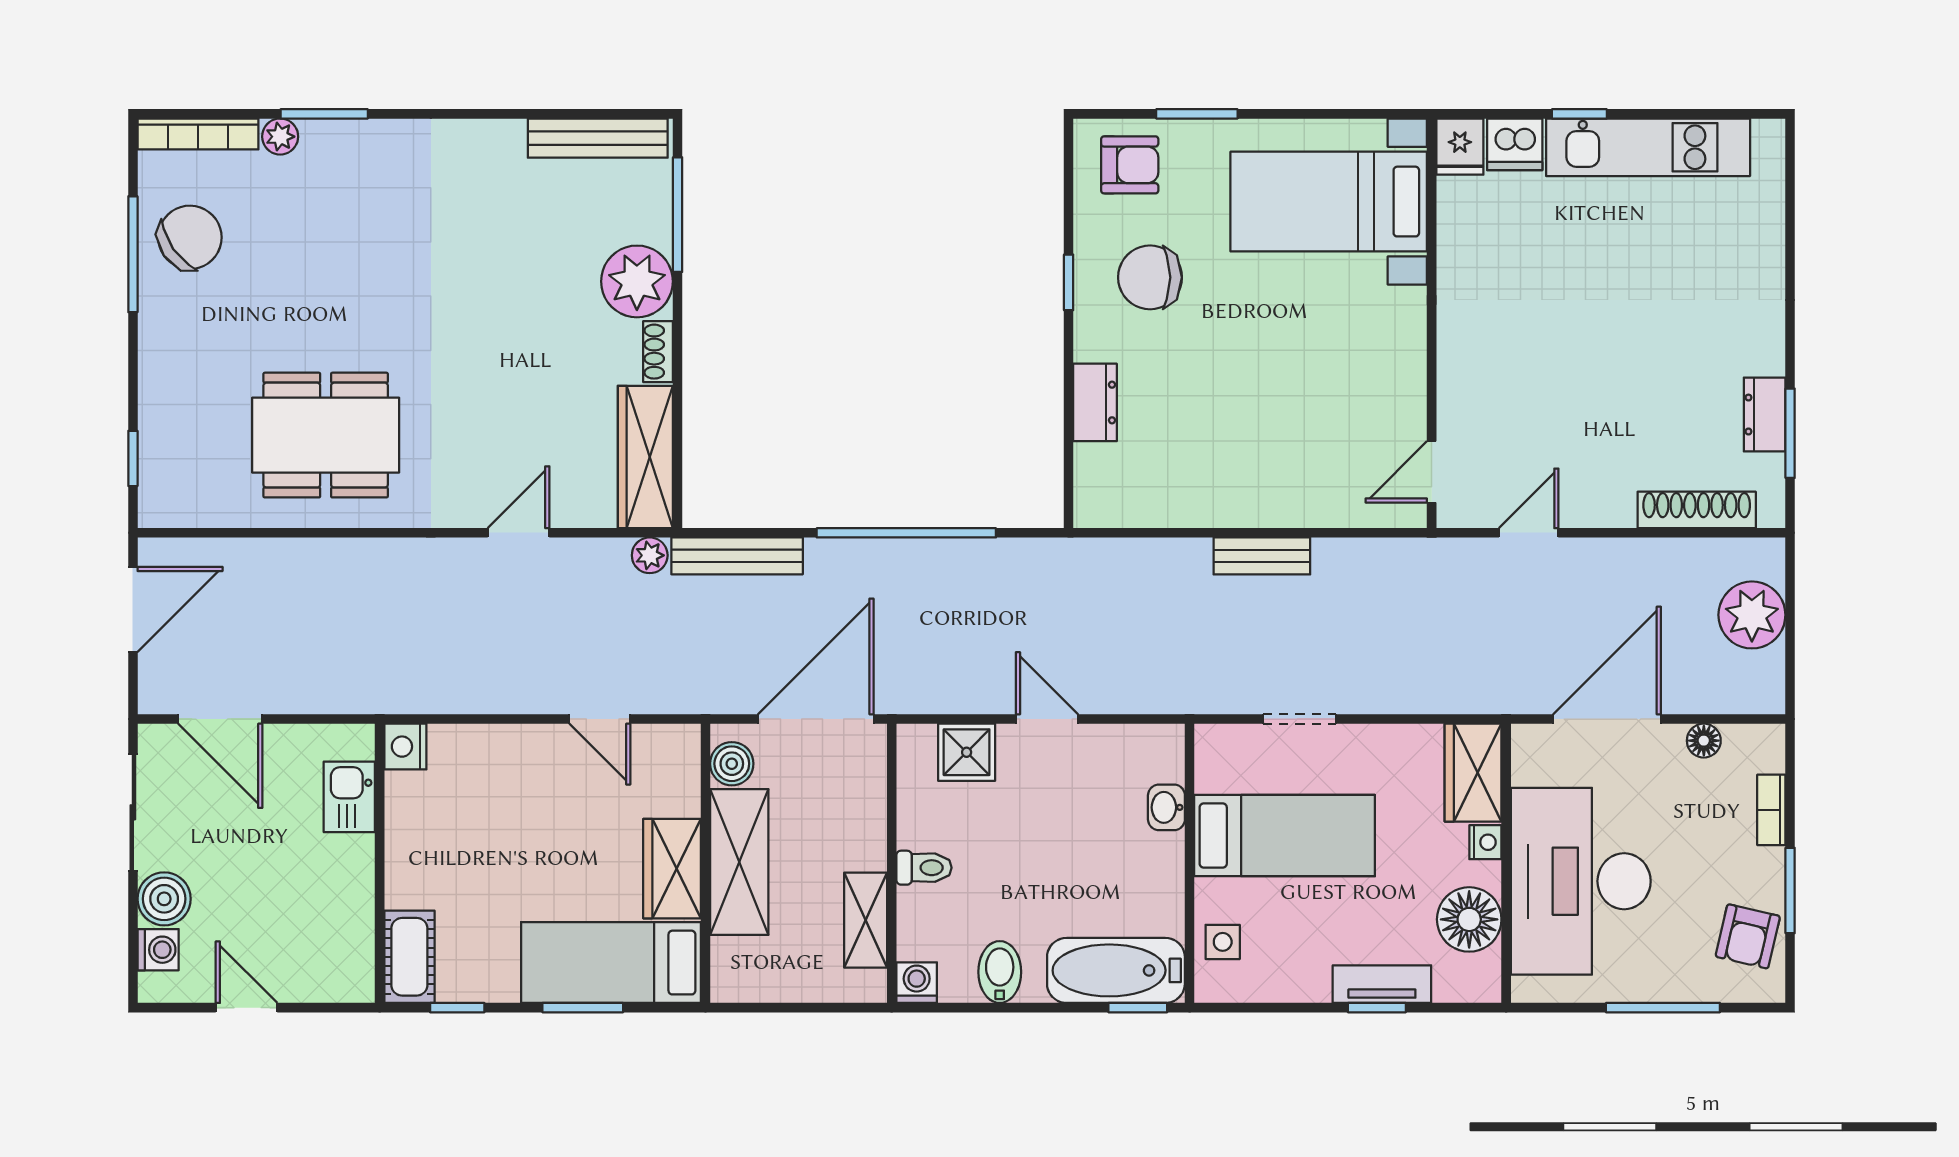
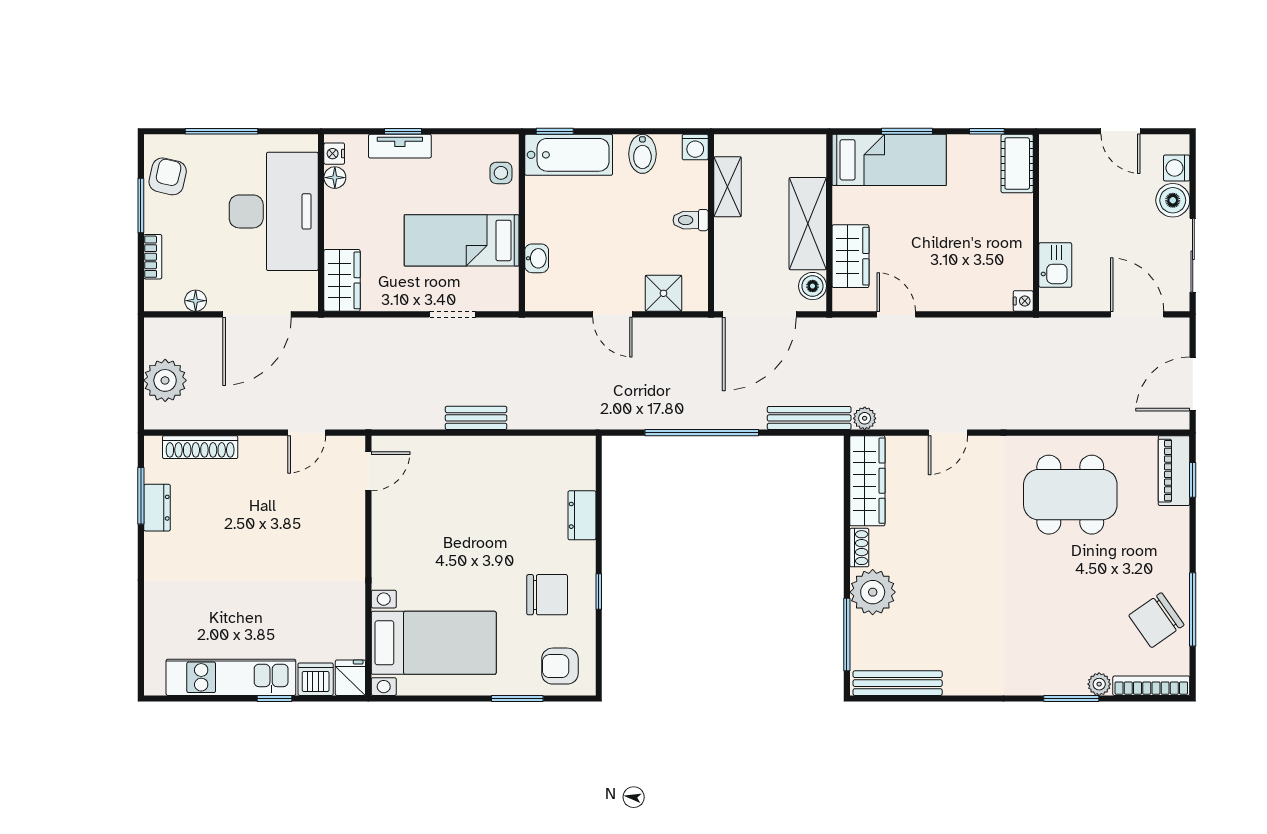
piano: (162, 473) -> (1174, 471), added
nightstand: (405, 747) -> (1023, 301), width x0.72, depth x0.74
nightstand: (1485, 842) -> (334, 154), moved
wardrobe: (672, 869) -> (850, 256), moved
floor lamp: (1469, 919) -> (335, 178), width x0.53, depth x0.53

